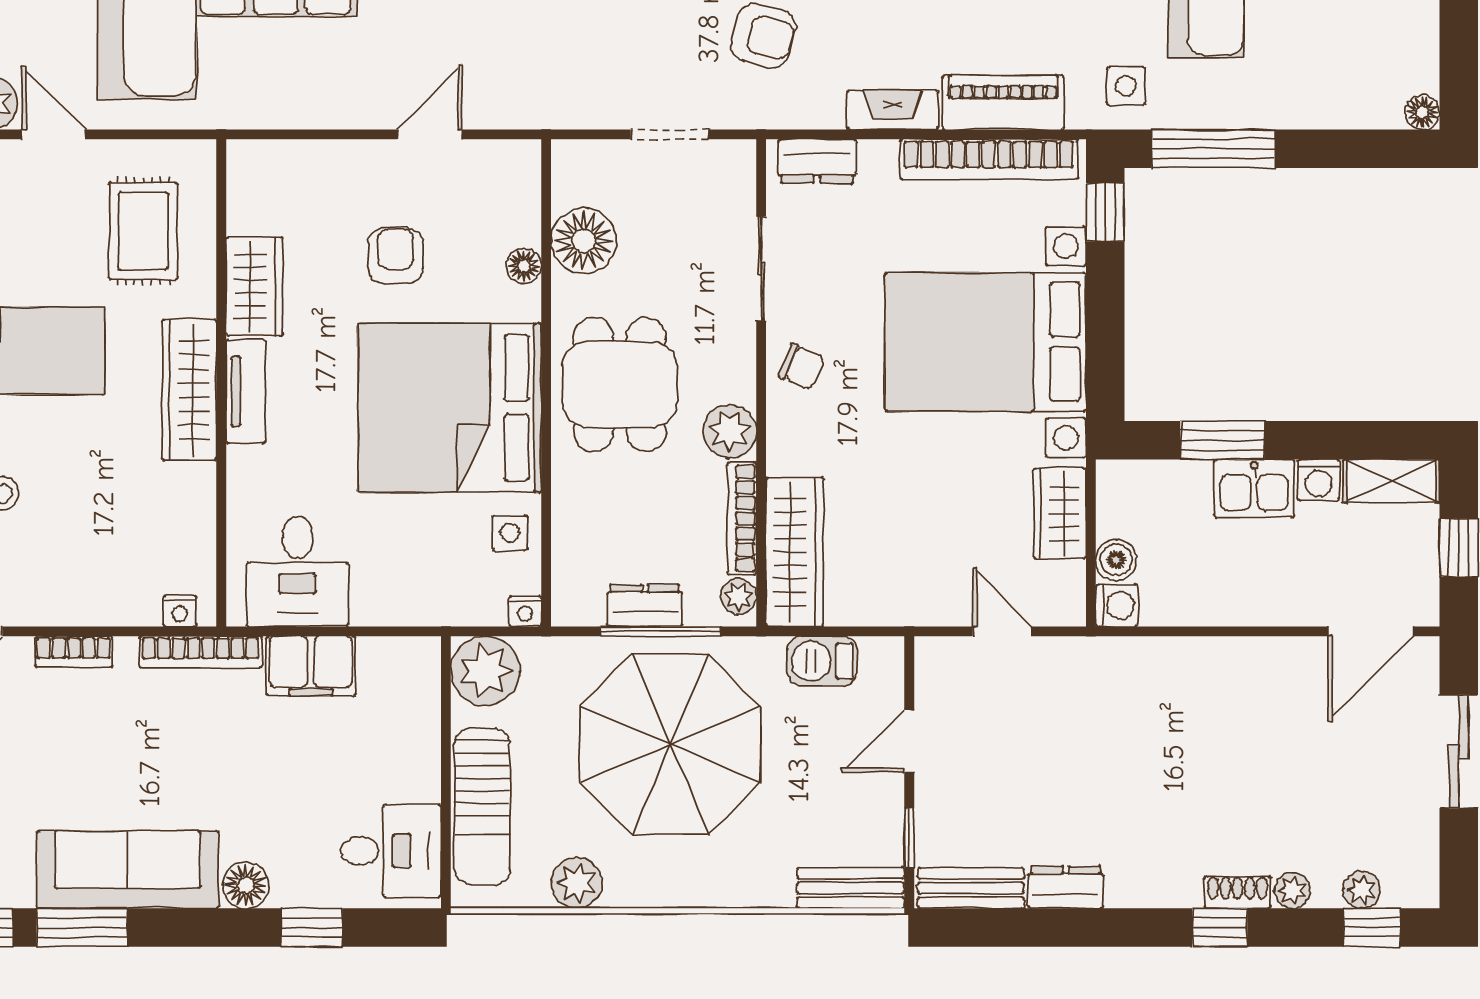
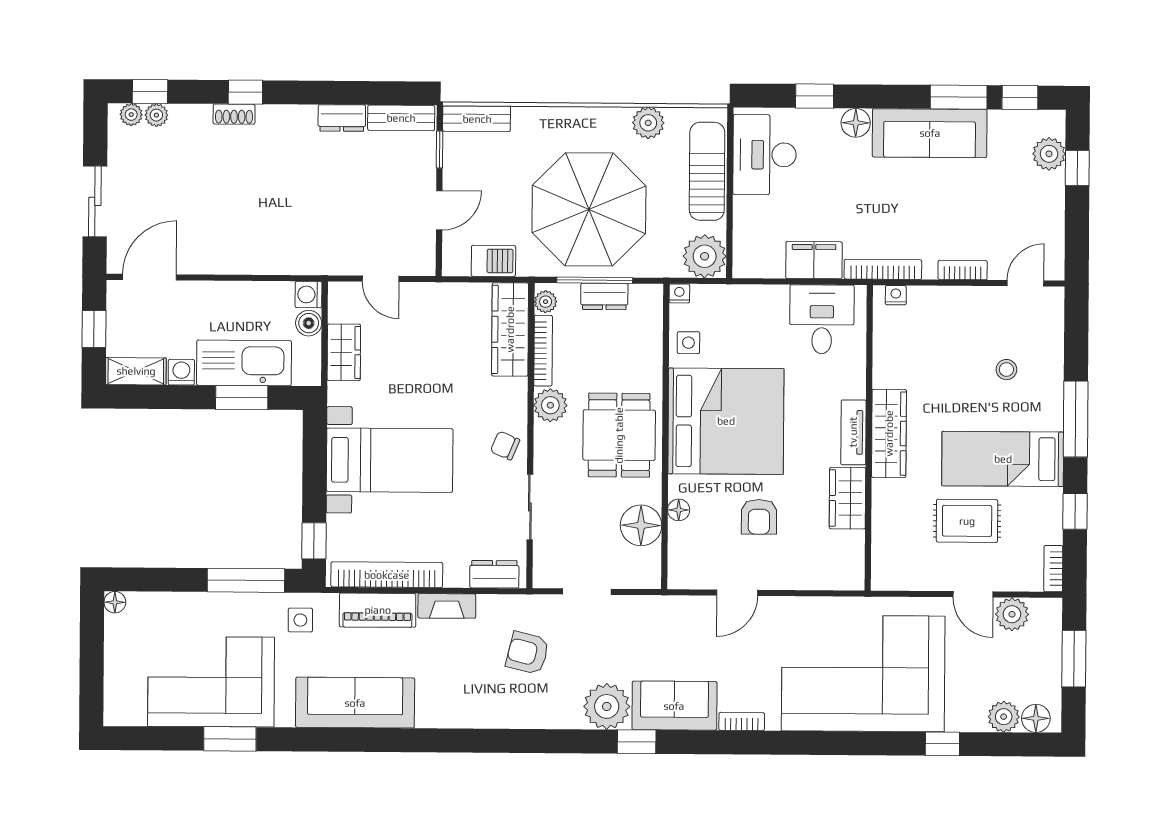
rug: (143, 231) -> (967, 521), moved, turned 90
bed with nightstands: (986, 342) -> (390, 460), width x0.73
kitchen sink: (1254, 488) -> (244, 363), width x1.87, depth x1.24
desk: (391, 851) -> (764, 155), width x1.37
plant: (1292, 891) -> (131, 115), moved

